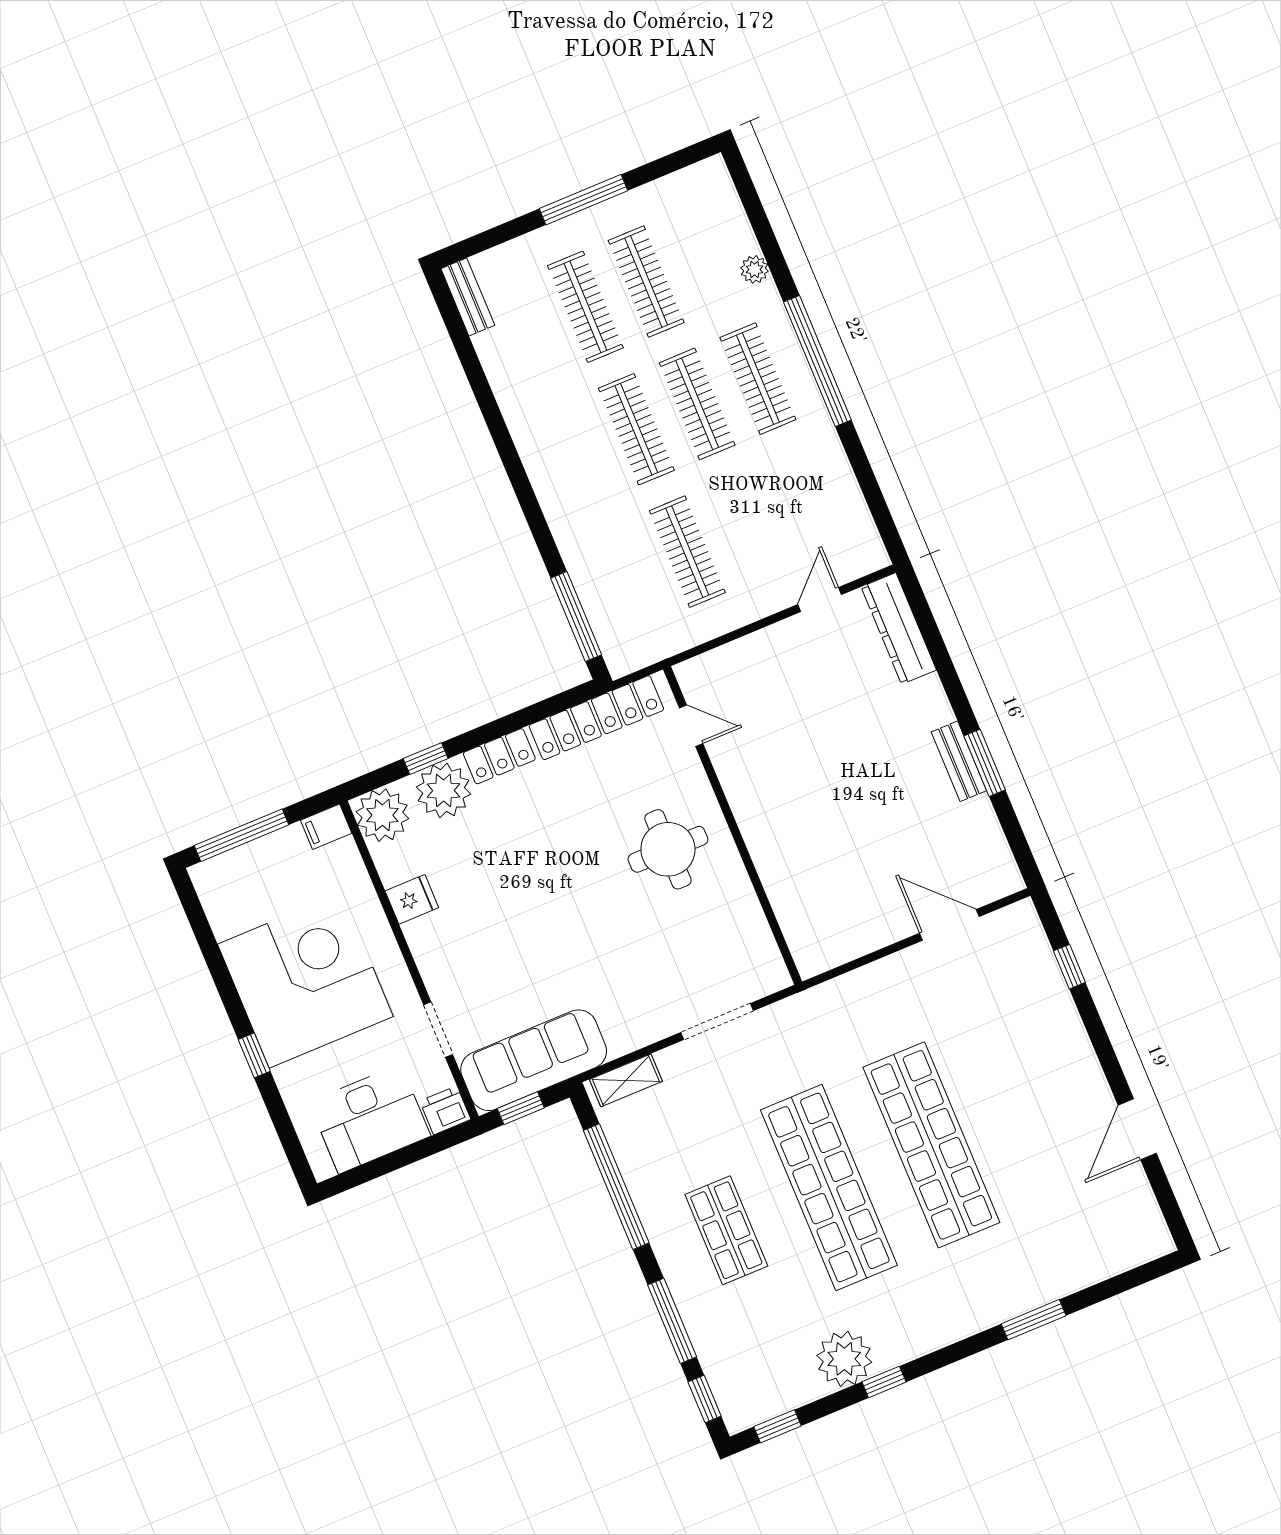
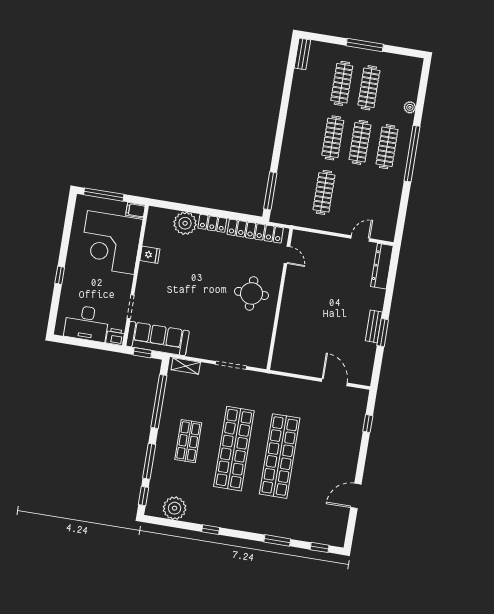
window: (426, 759) -> (186, 208), removed
plant: (382, 815) -> (158, 218), removed
corner desk: (305, 980) -> (111, 242), moved, turned 180
plant: (844, 1359) -> (175, 508), moved
window: (778, 1426) -> (320, 547), moved

